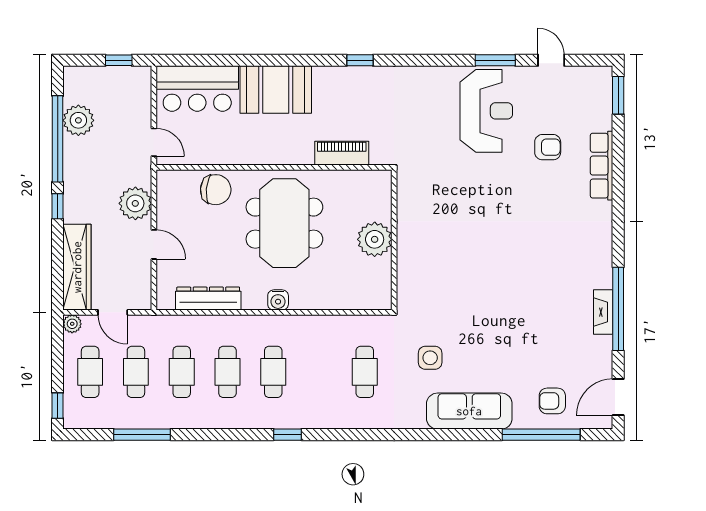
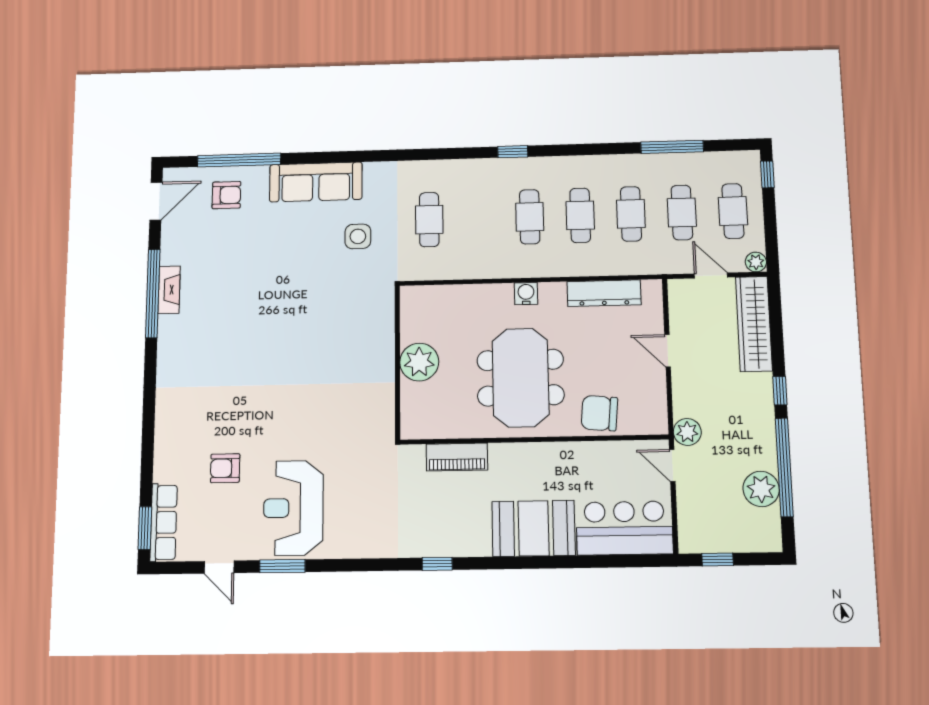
row of seats: (602, 166) -> (164, 522), moved
plant: (135, 203) -> (687, 432), moved, width x0.73, depth x0.73

